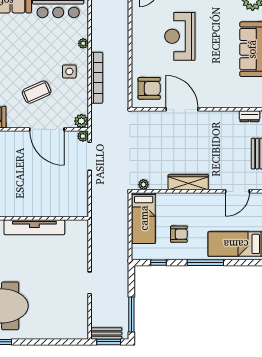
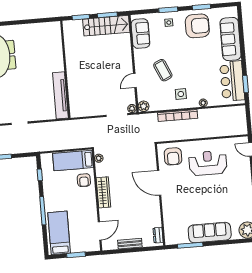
reception desk: (180, 36) -> (208, 163), moved
door: (182, 109) -> (159, 183), swing flipped
door: (47, 129) -> (135, 80), width x0.53
door: (237, 191) -> (100, 231), swing flipped
tv unit: (34, 227) -> (60, 95), moved
armchair: (179, 234) -> (84, 180), moved

